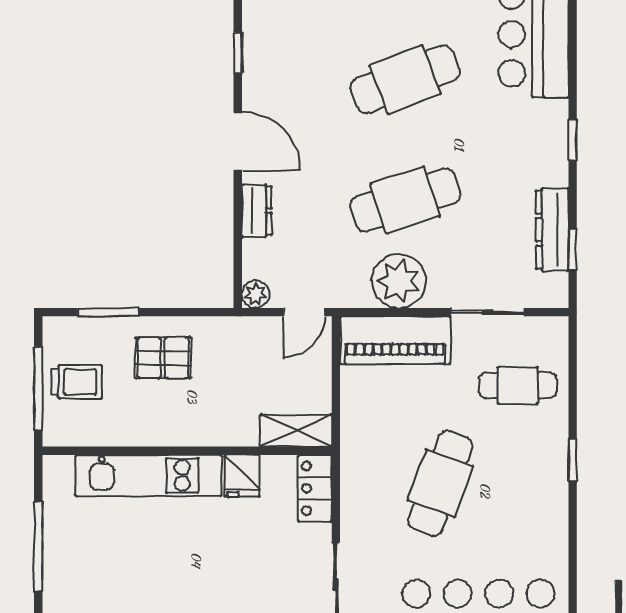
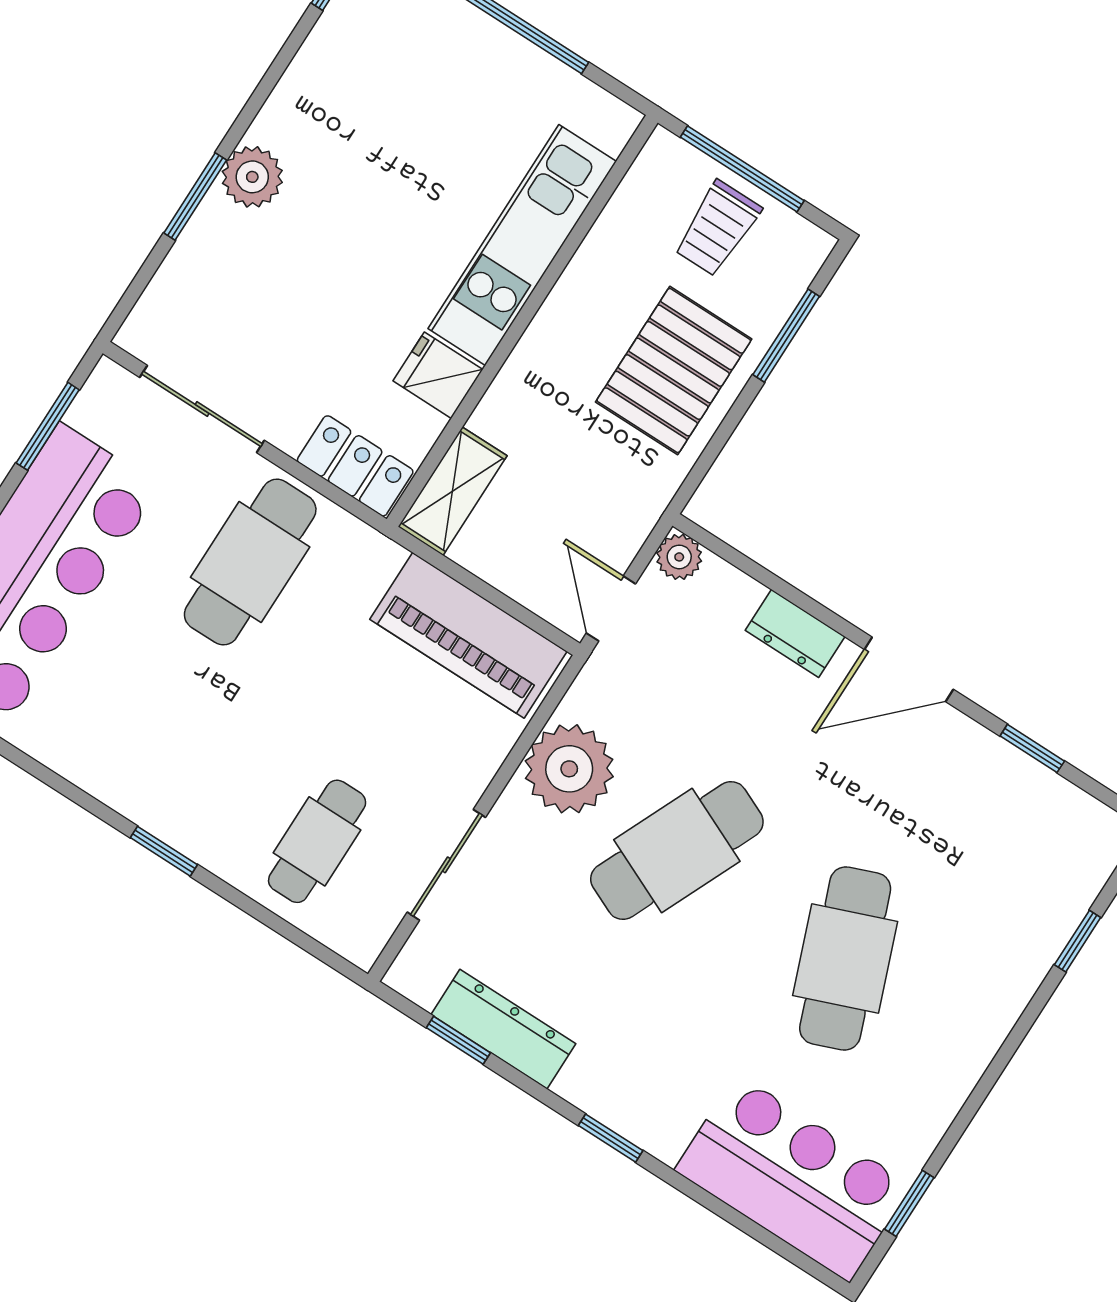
cafe table: (405, 200) -> (677, 850), turned 42
piano: (395, 340) -> (468, 635), moved, turned -90
pallet: (163, 358) -> (674, 370), width x1.50, depth x1.42
cafe table: (440, 483) -> (250, 562), moved, turned 70

